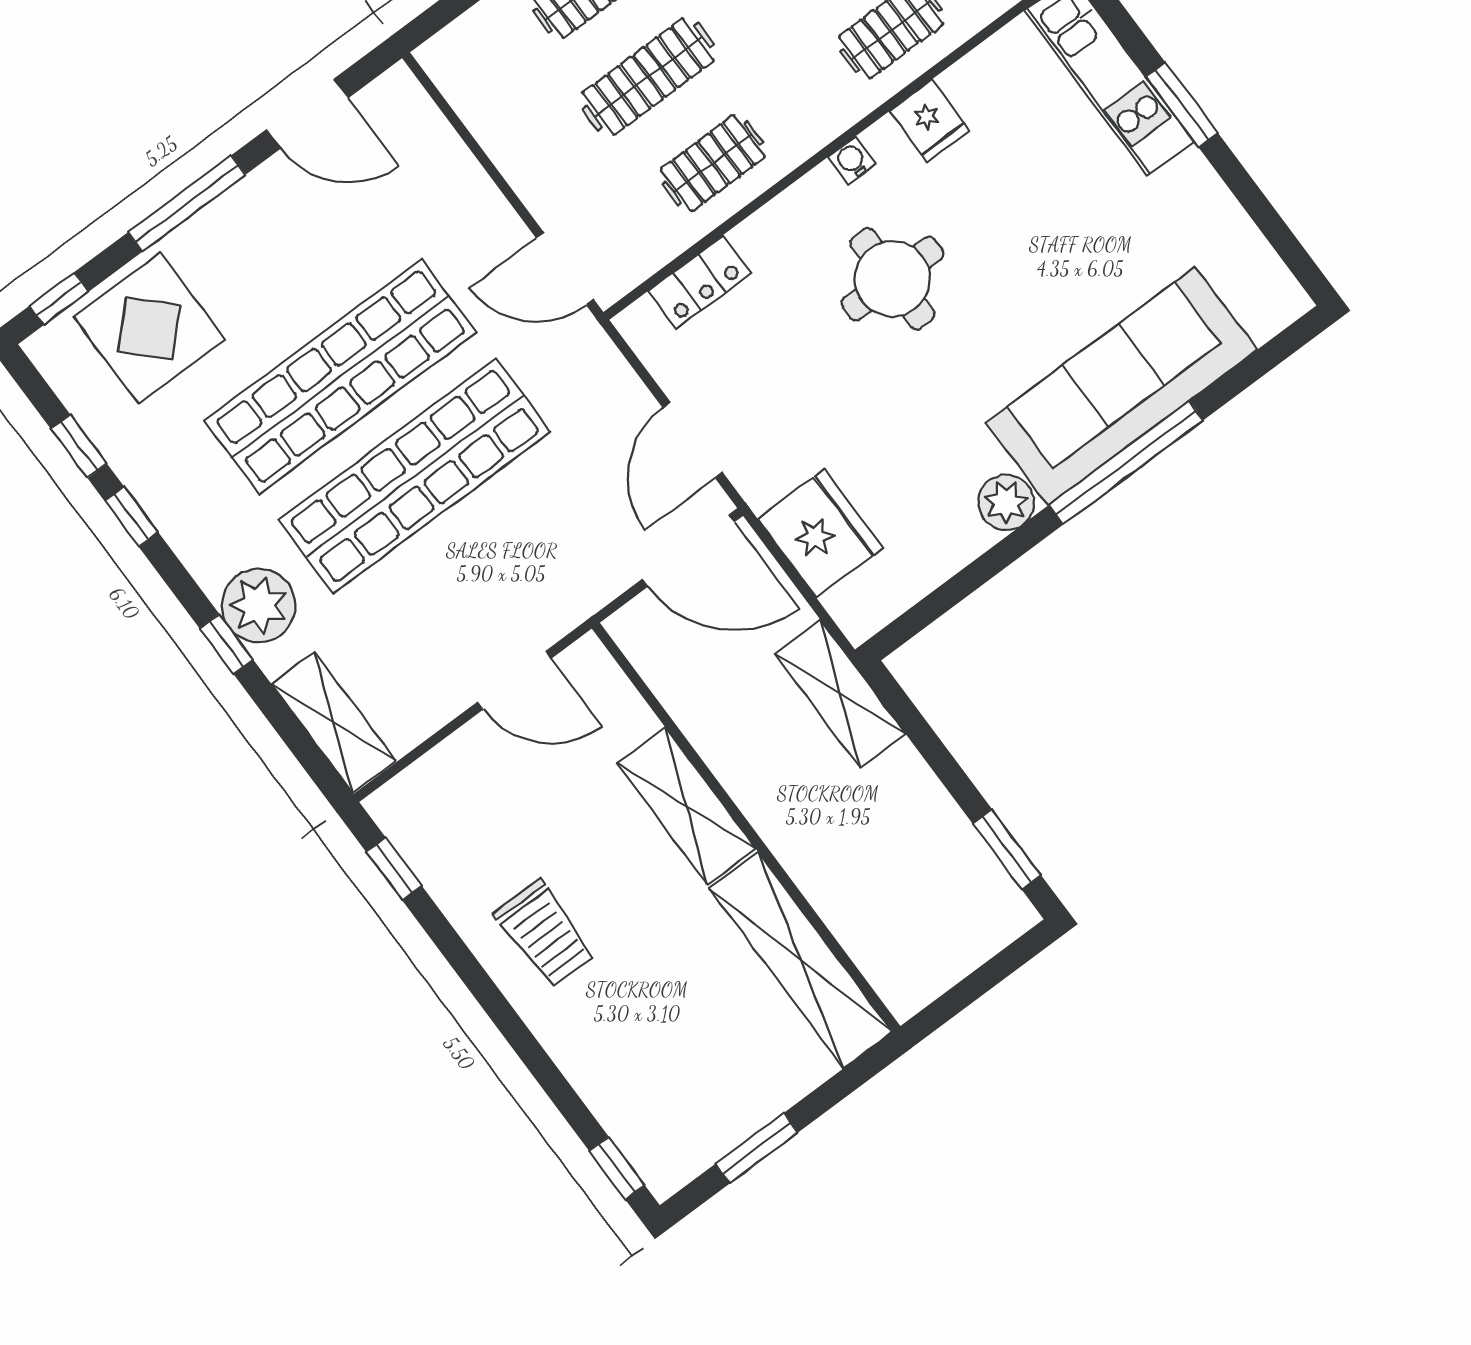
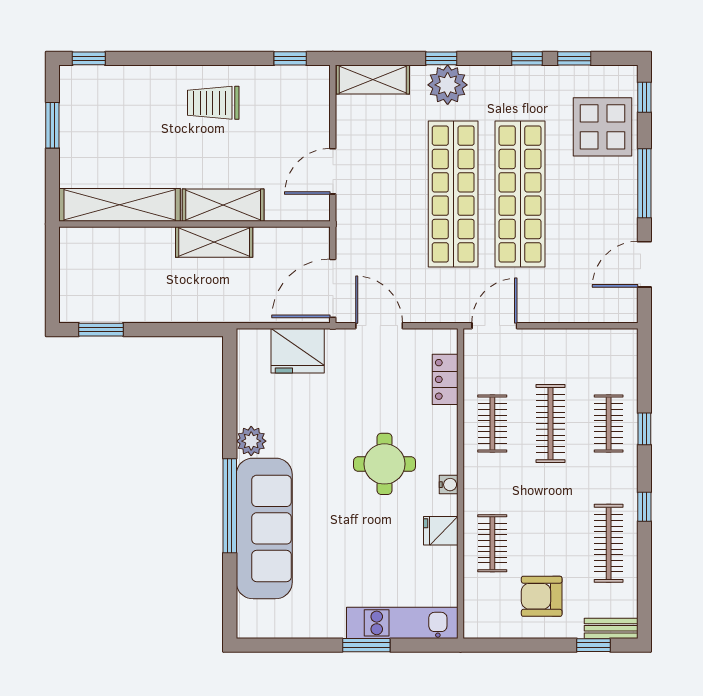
shelving: (840, 694) -> (214, 242), moved

